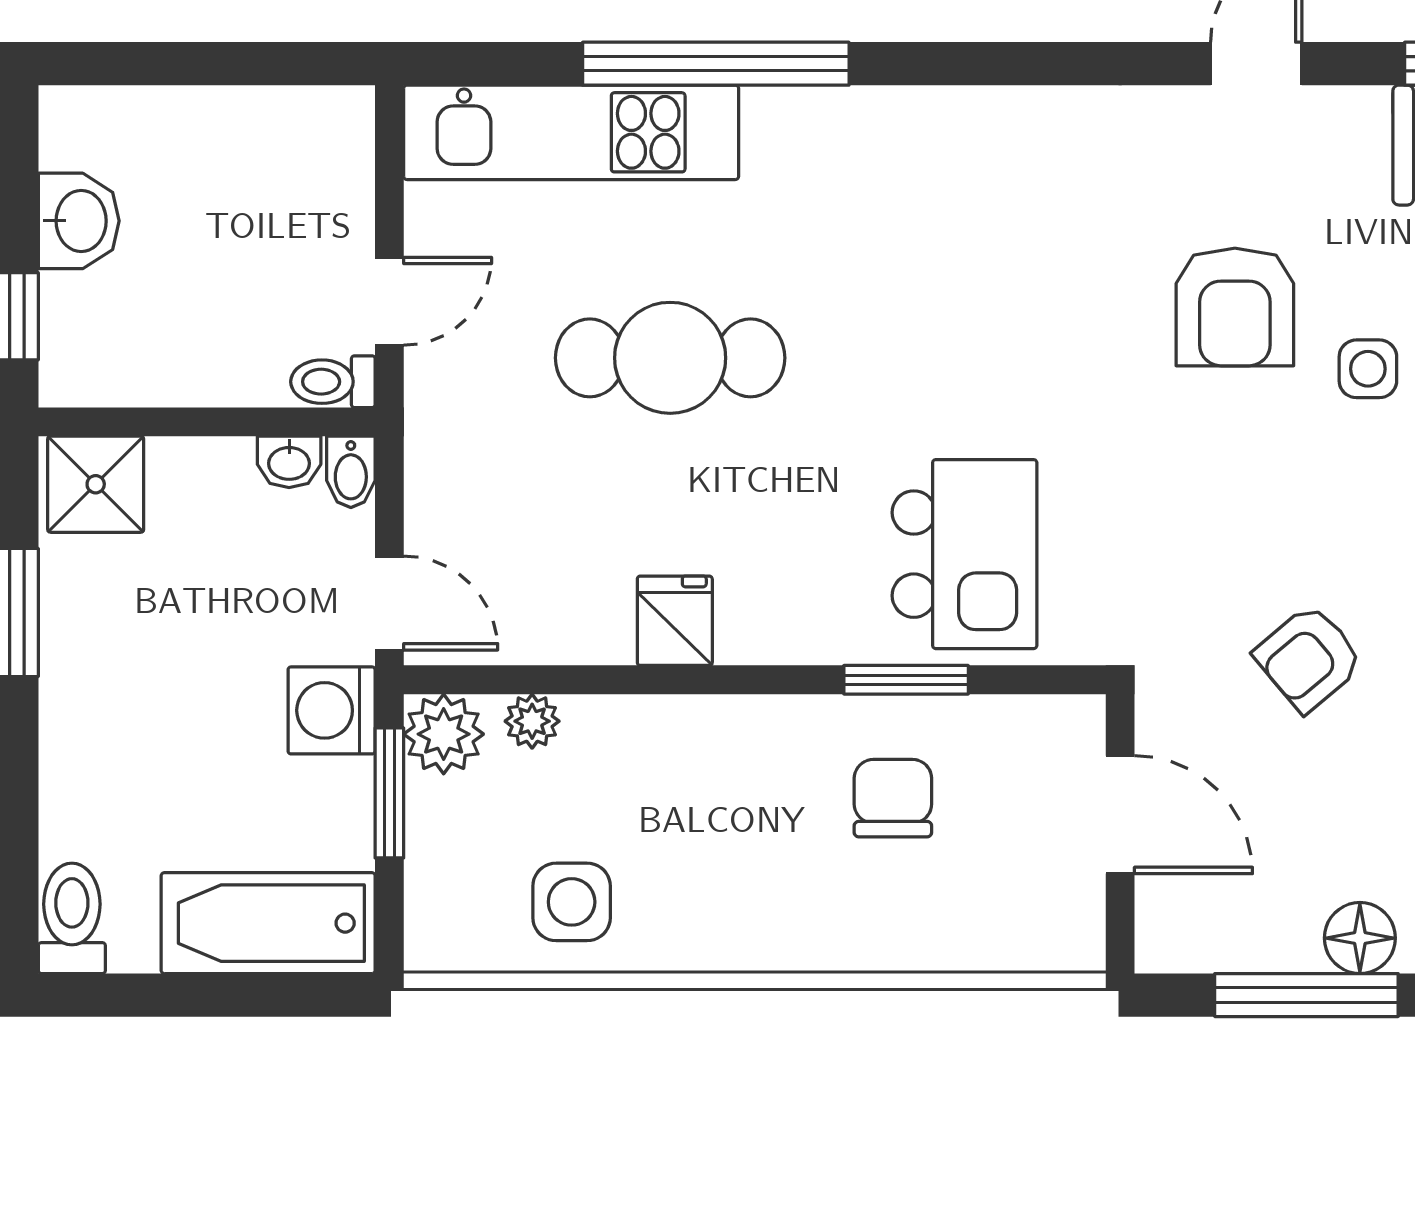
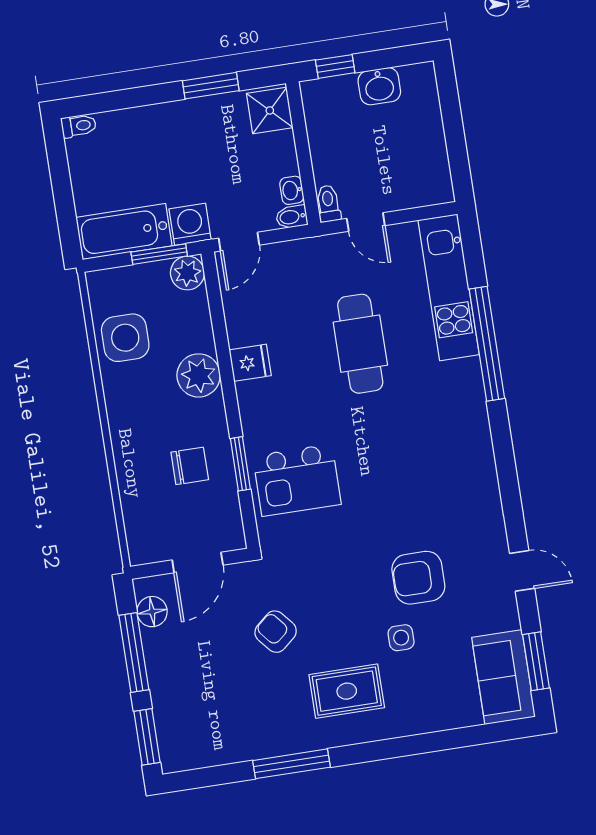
plant: (532, 721) -> (199, 375), moved, width x1.87, depth x1.87
side table: (572, 902) -> (125, 338), width x1.37, depth x1.37
toilet: (72, 918) -> (79, 126), width x0.73, depth x0.72
bathtub: (268, 923) -> (124, 232), moved, turned -90
floor lamp: (1360, 938) -> (152, 612), moved

